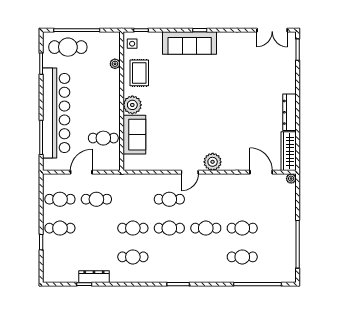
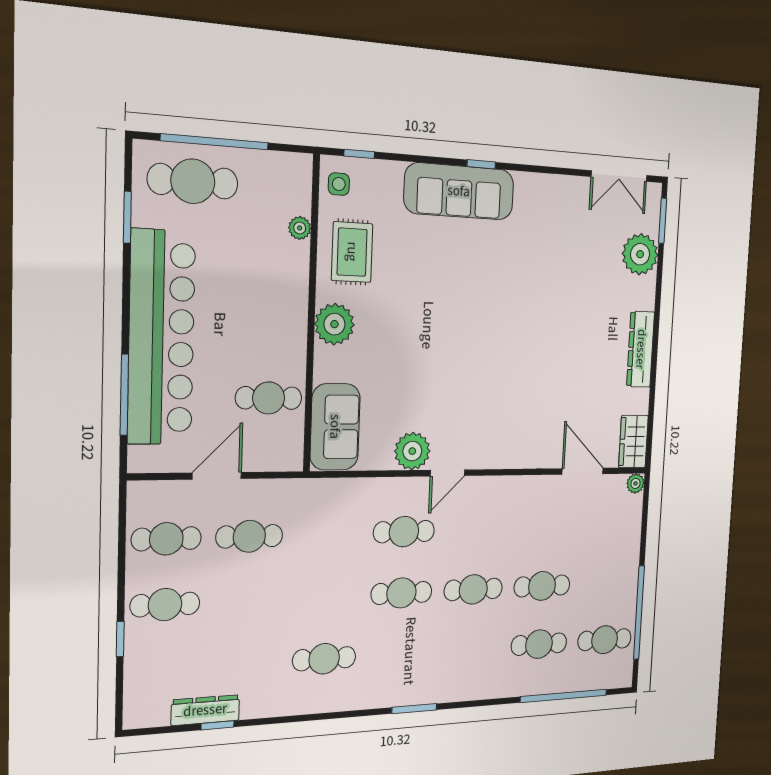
plant: (286, 66) -> (640, 254), added
sofa: (134, 135) -> (335, 427), moved
wardrobe: (289, 151) -> (633, 441), width x0.67
plant: (213, 162) -> (412, 451), moved
cafe table: (133, 228) -> (605, 640), moved
dresser: (94, 277) -> (205, 710), moved

